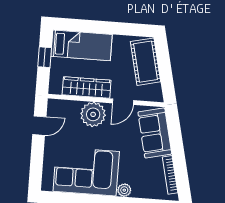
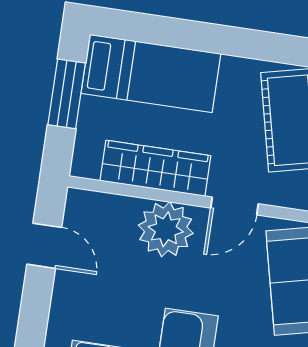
window: (45, 57) -> (67, 94), width x1.50
door: (39, 126) -> (44, 246), hinge flipped

